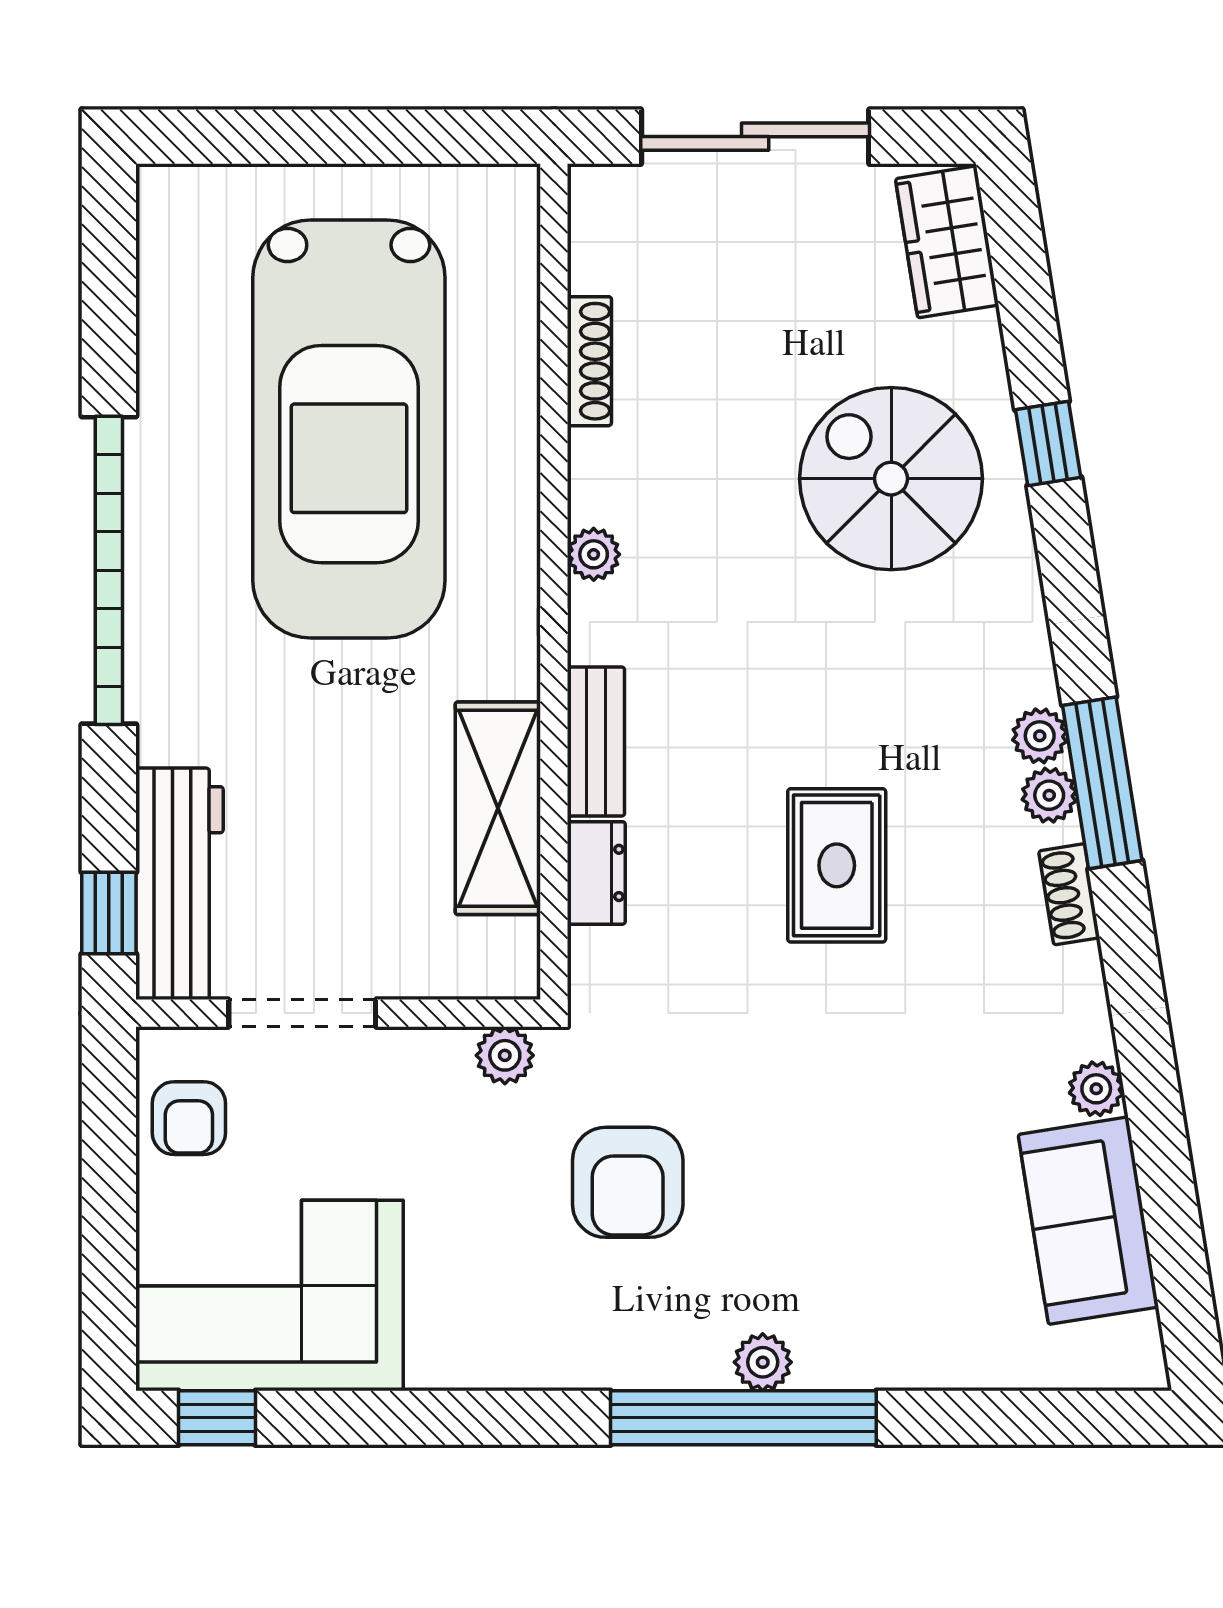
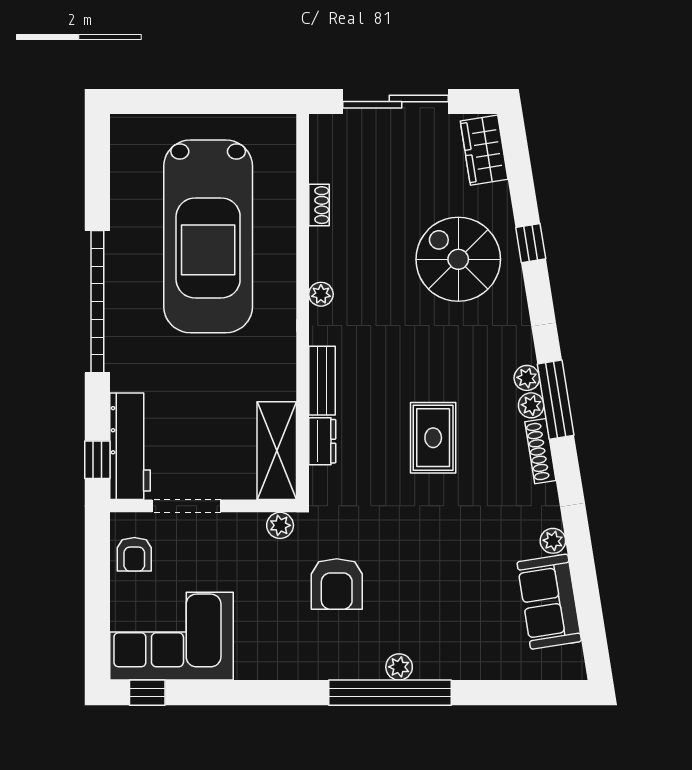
shoe rack: (589, 361) -> (319, 205), width x0.70
shelving: (498, 808) -> (277, 451), moved
shoe rack: (1069, 894) -> (540, 451), width x1.43

